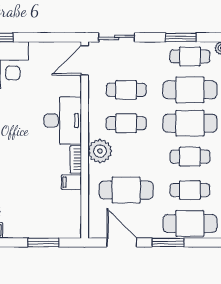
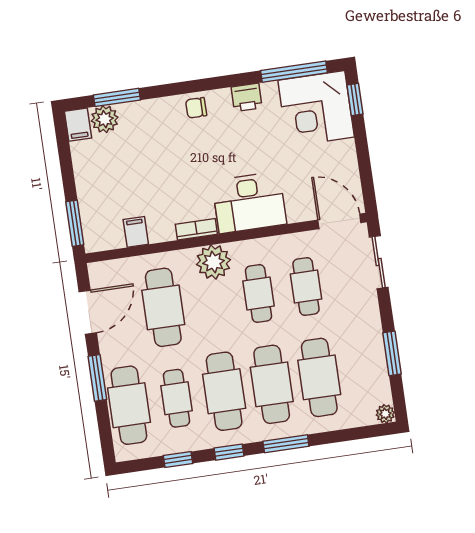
cafe table: (190, 56) -> (367, 370), removed
cafe table: (190, 157) -> (224, 391), width x1.37, depth x1.35
filing cabinet: (71, 182) -> (136, 232), moved
window: (43, 242) -> (75, 223), moved

